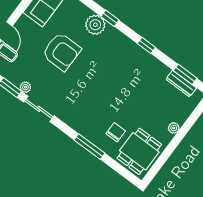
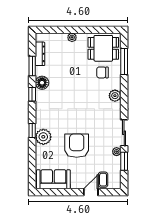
floor lamp: (151, 64) -> (42, 83), added
window: (185, 74) -> (32, 66), moved
plant: (83, 127) -> (115, 96), added
window: (89, 147) -> (124, 61), moved

